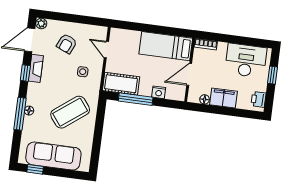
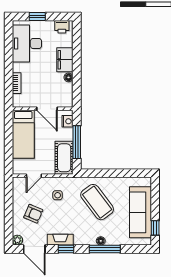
bed: (166, 46) -> (23, 134), moved
wall: (190, 70) -> (43, 109), moved
door: (189, 74) -> (47, 109), moved

